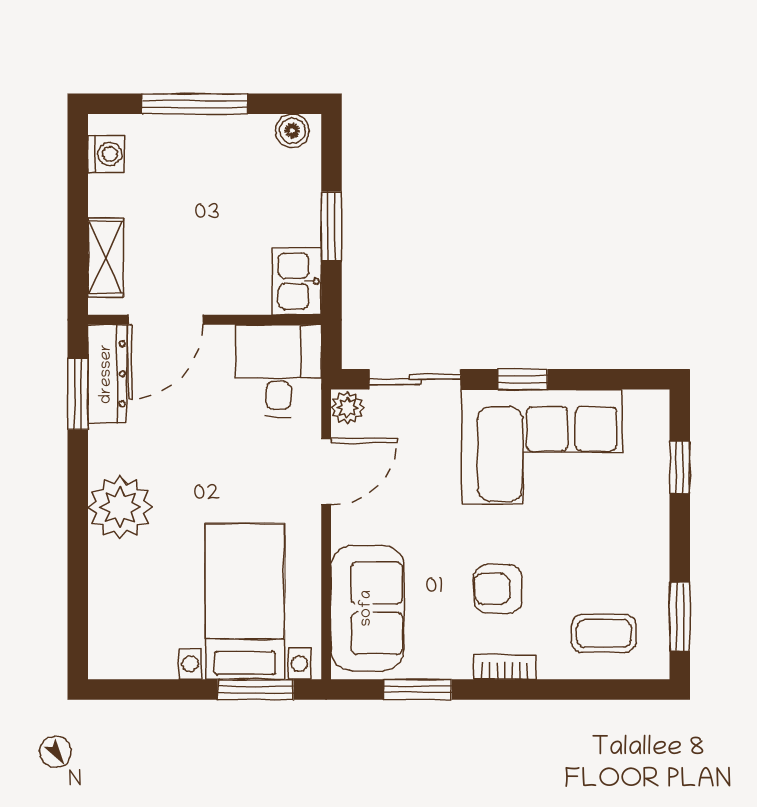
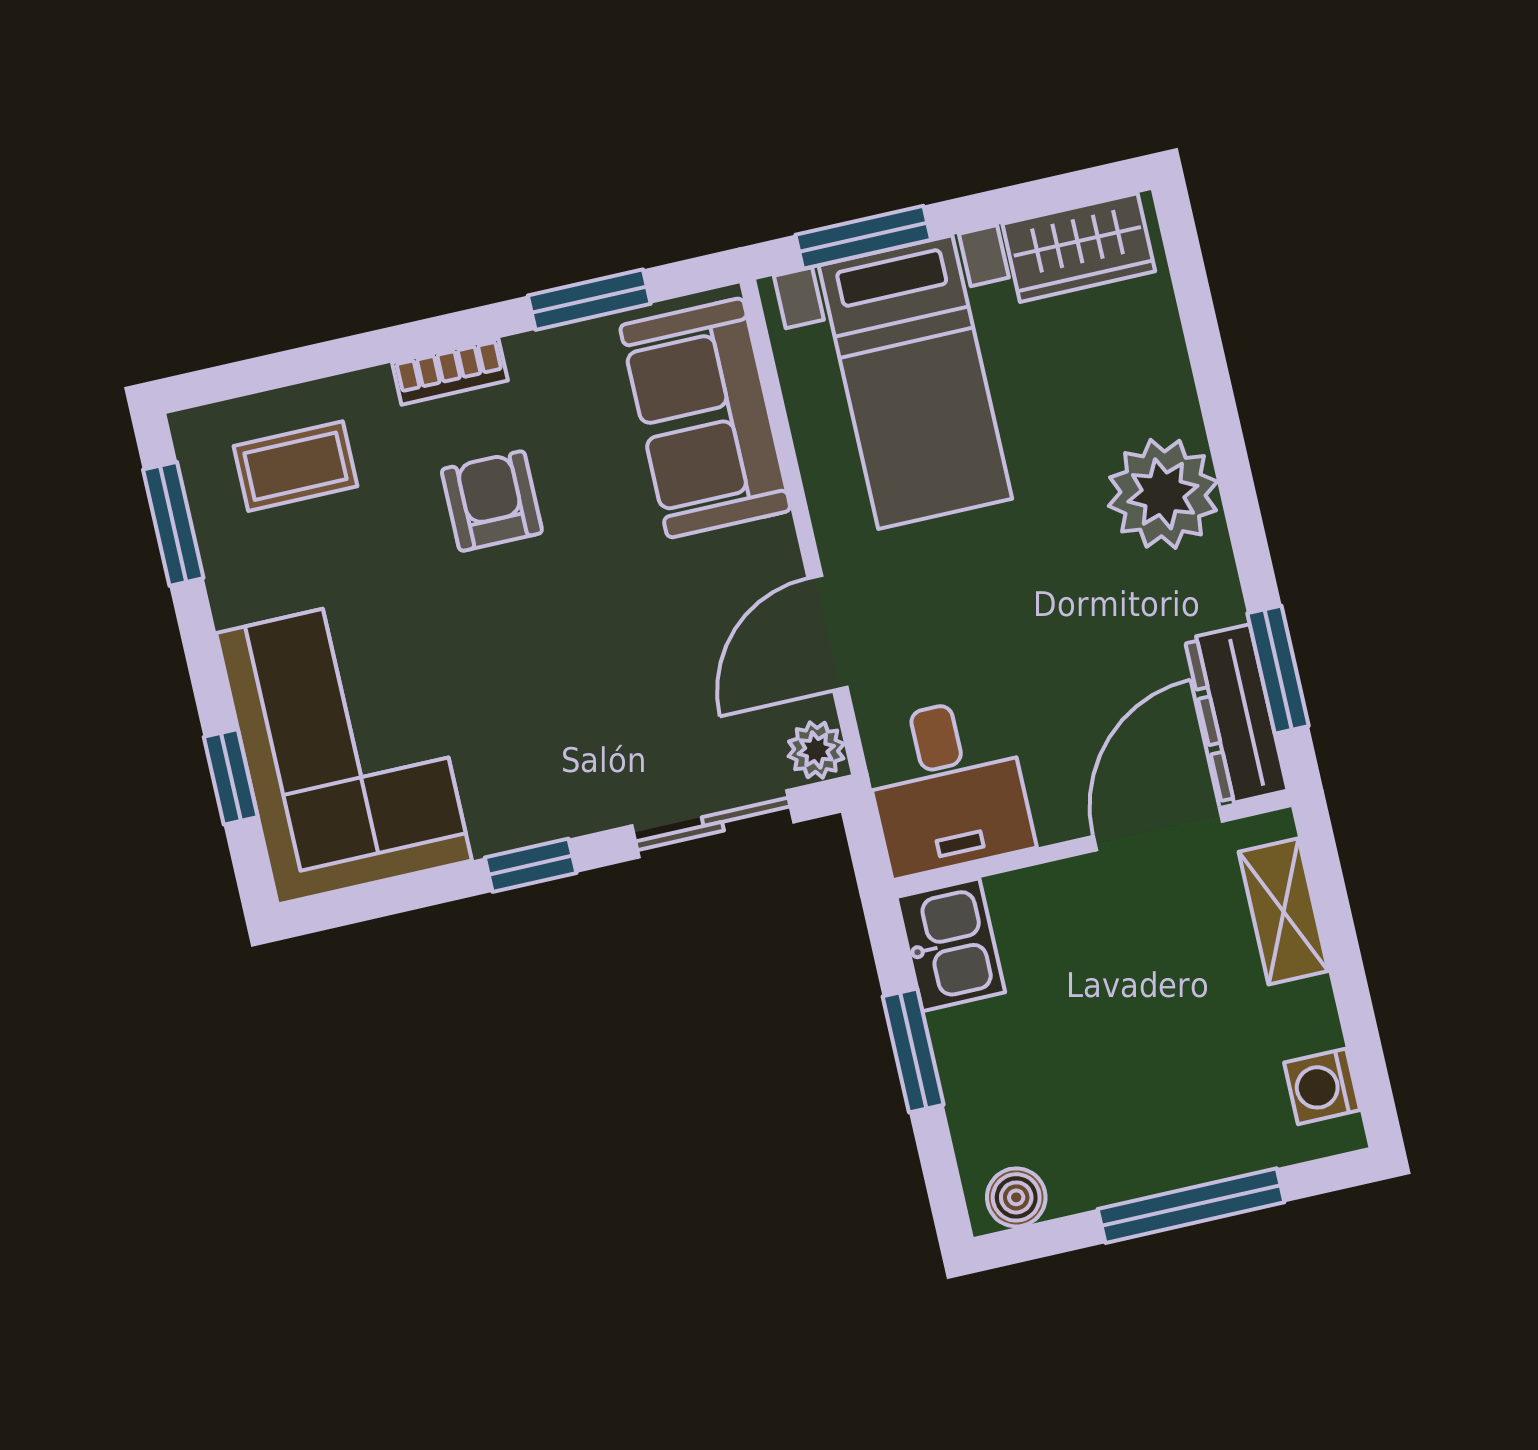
corner sofa: (542, 447) -> (344, 747), moved, turned 90
armchair: (498, 589) -> (492, 501), turned -90
wardrobe: (136, 656) -> (1079, 248), added

